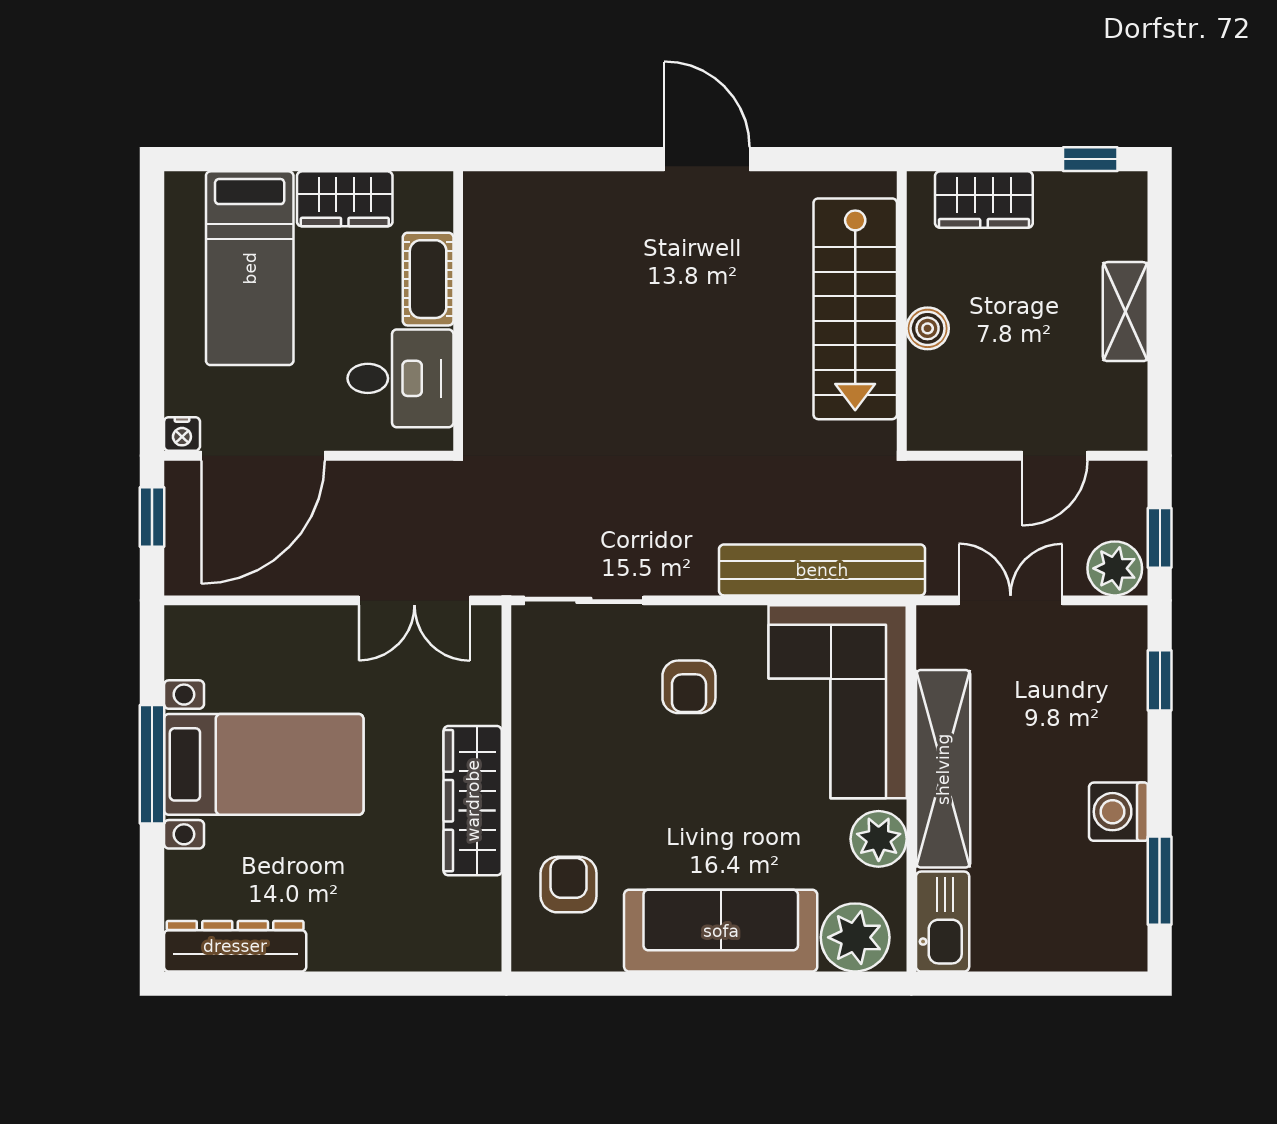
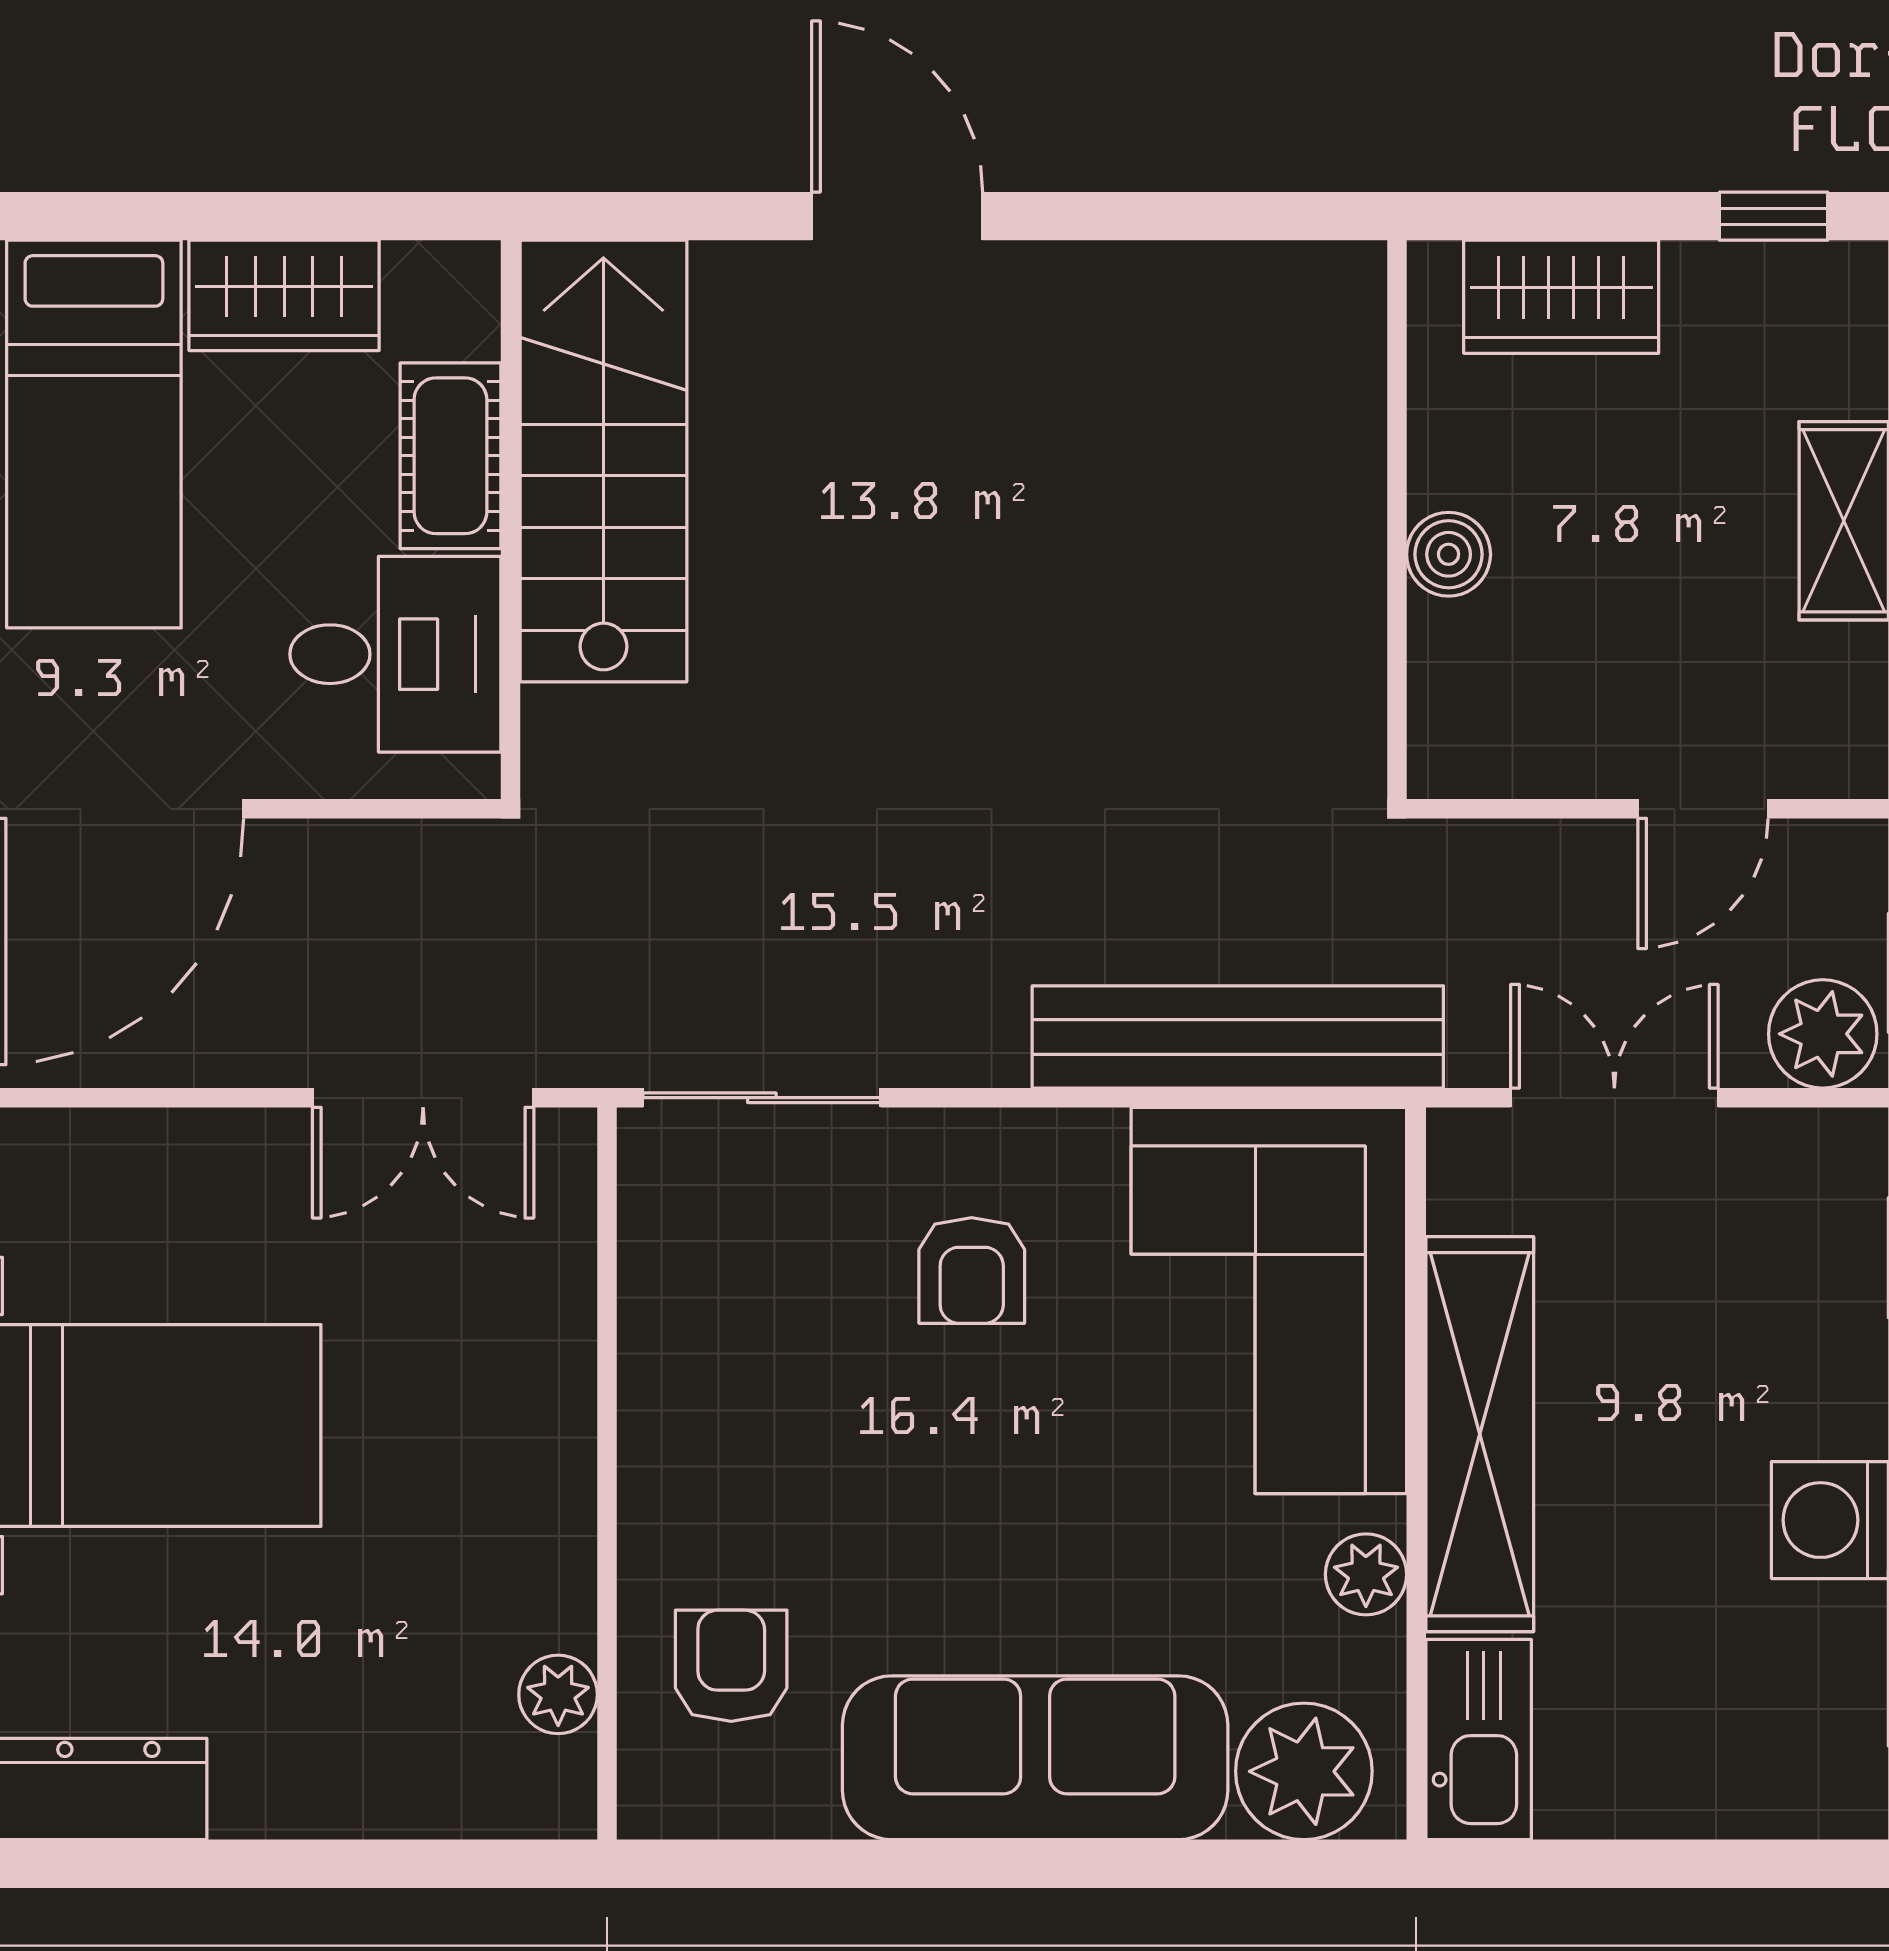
door: (707, 159) -> (897, 216), moved
stairs: (855, 309) -> (603, 461), moved, turned 180
wardrobe: (473, 801) -> (539, 1498), removed
plant: (879, 839) -> (1366, 1574), width x0.73, depth x0.73
plant: (482, 899) -> (558, 1694), added

